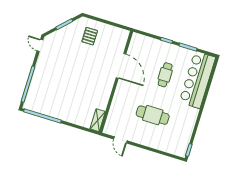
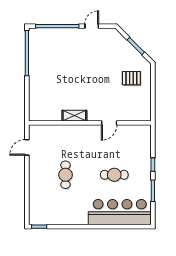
door: (40, 45) -> (92, 26), moved
door: (121, 66) -> (109, 123), width x0.53
cafe table: (153, 115) -> (65, 175), width x0.73, depth x0.74
shelving: (98, 120) -> (74, 116), moved

